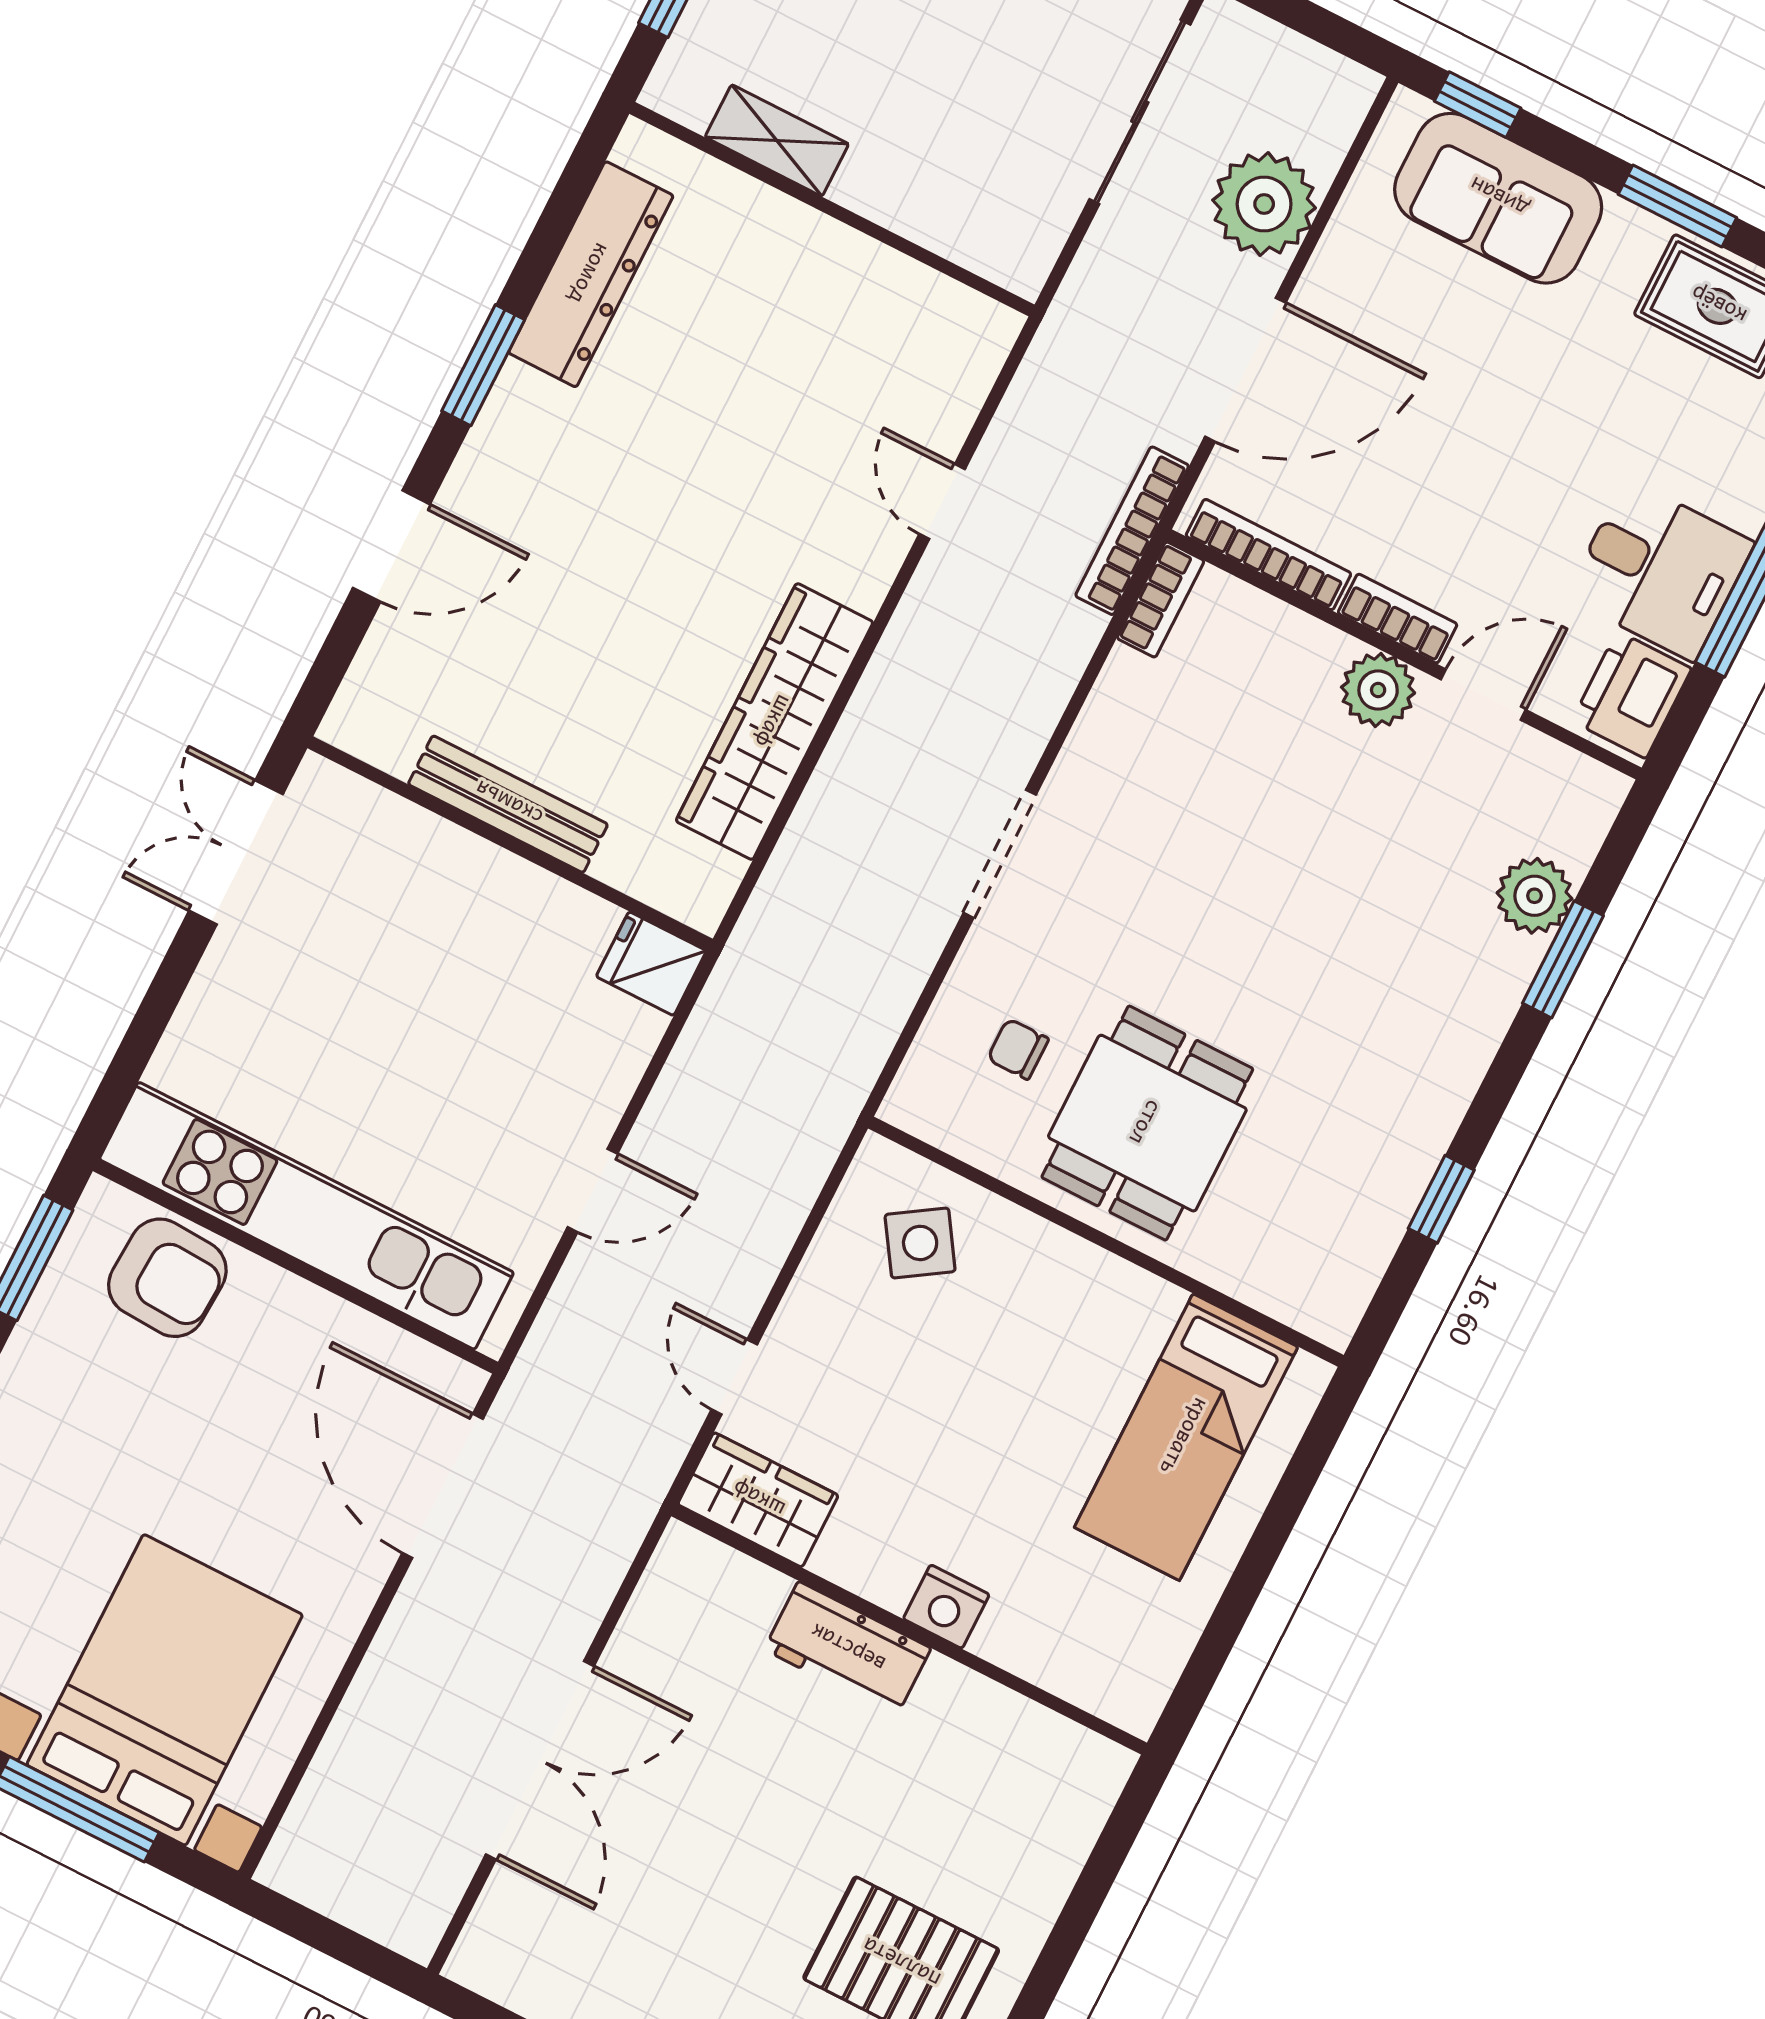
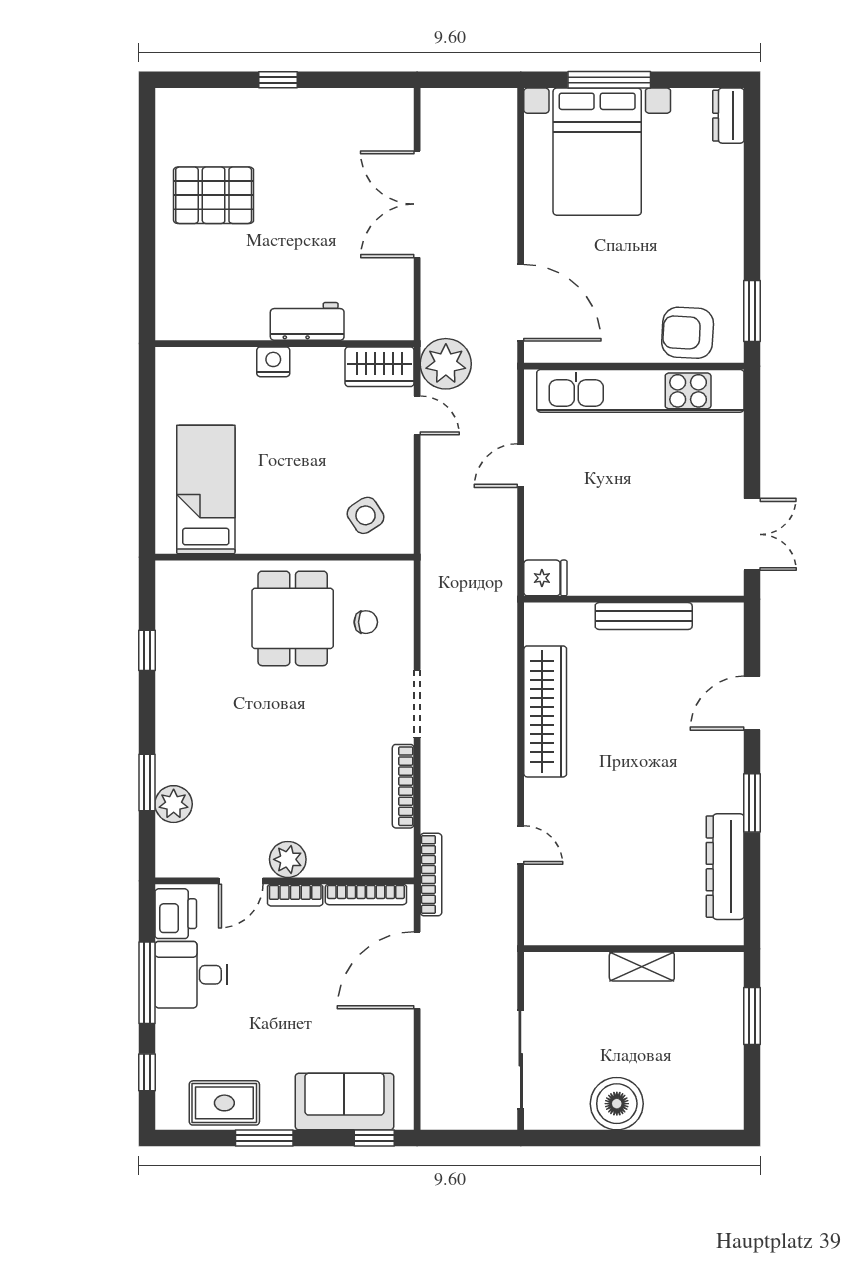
shelving: (777, 141) -> (642, 967), moved
plant: (1264, 204) -> (446, 364), moved
bookcase: (1161, 600) -> (403, 786), moved, width x1.56

